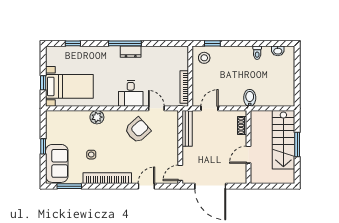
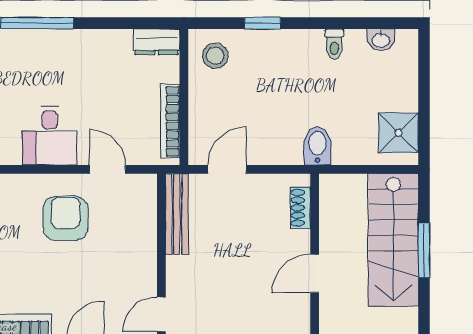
window: (212, 43) -> (263, 23), moved
dresser: (131, 52) -> (157, 42), moved
shower: (286, 92) -> (399, 133), added
armchair: (138, 130) -> (66, 218), turned -48

